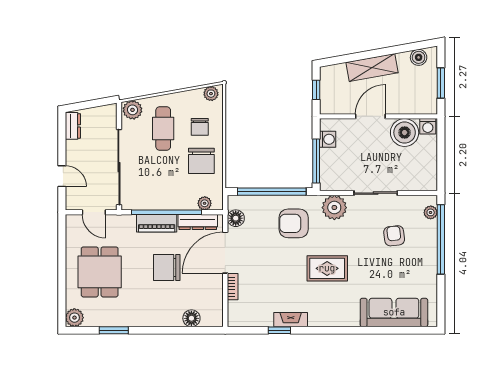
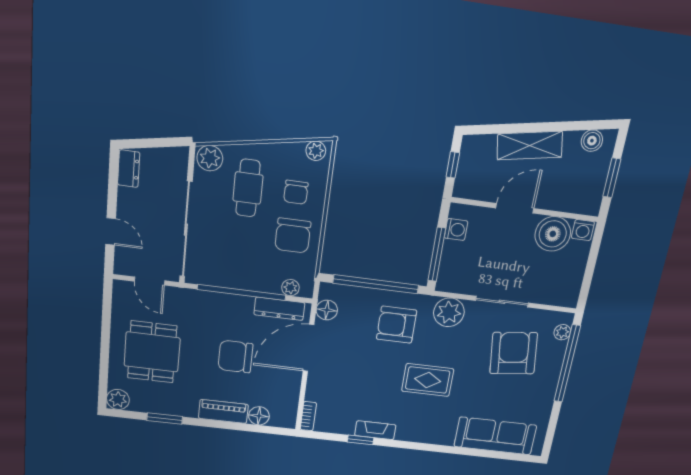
piano: (157, 223) -> (223, 411), moved, turned 180
armchair: (394, 236) -> (514, 353), width x1.88, depth x1.88
bookcase: (233, 287) -> (308, 416), moved

